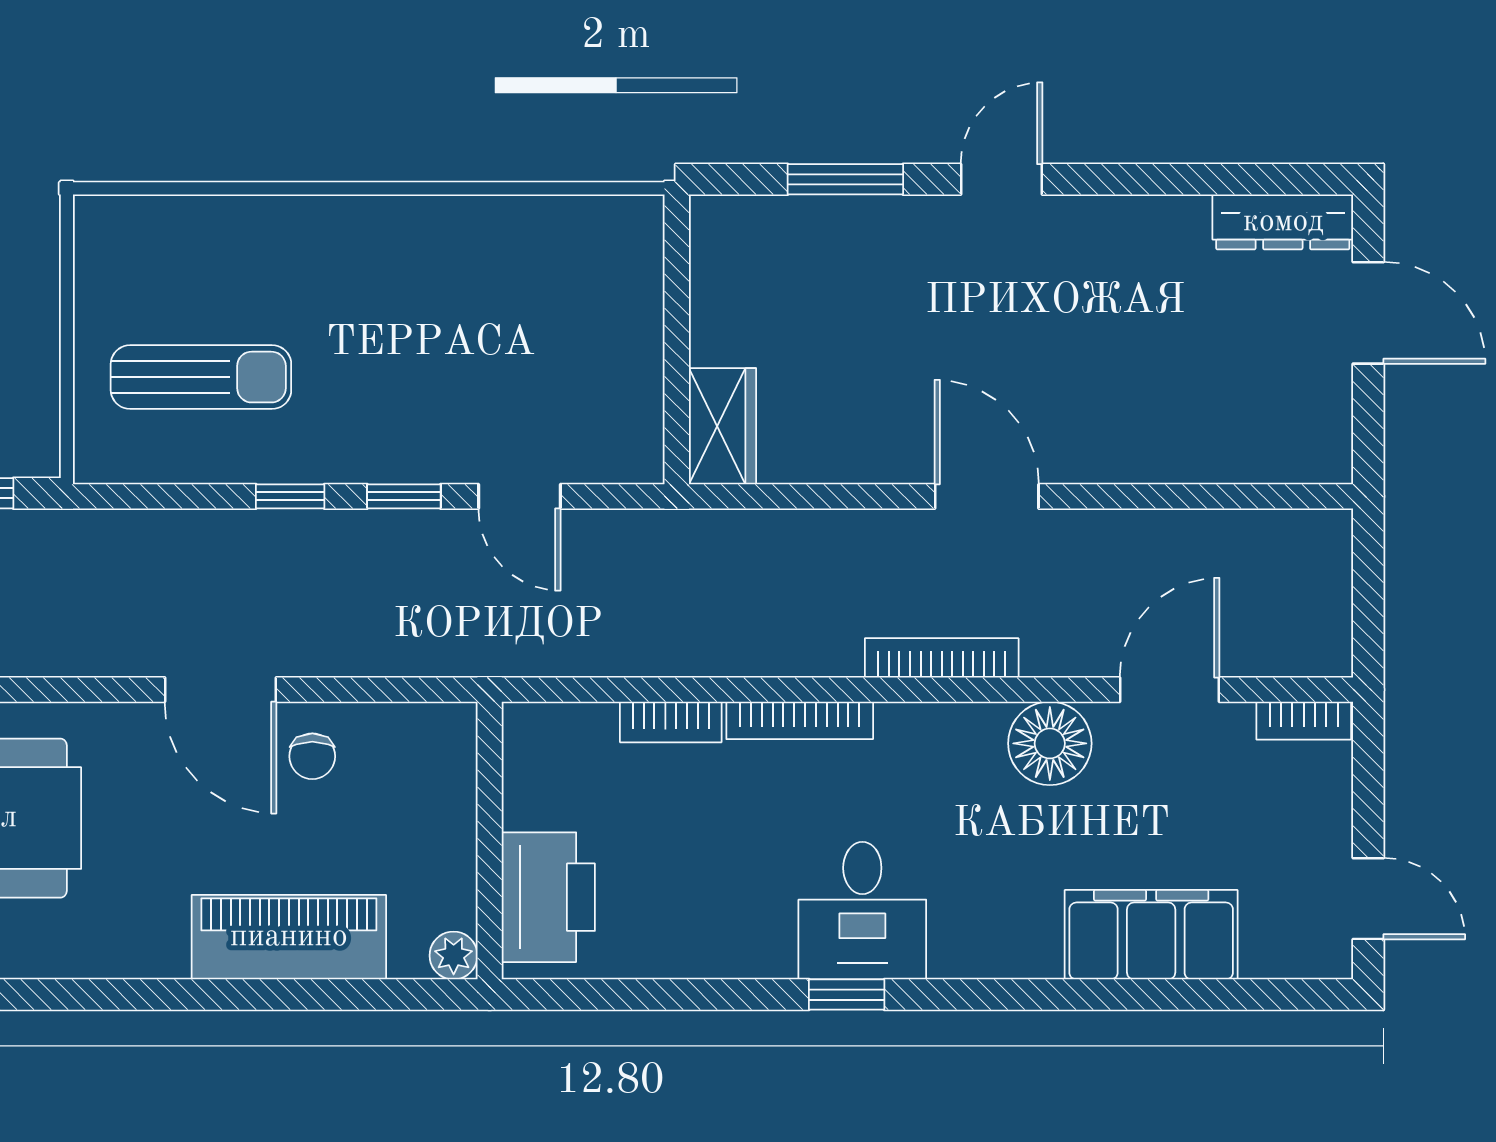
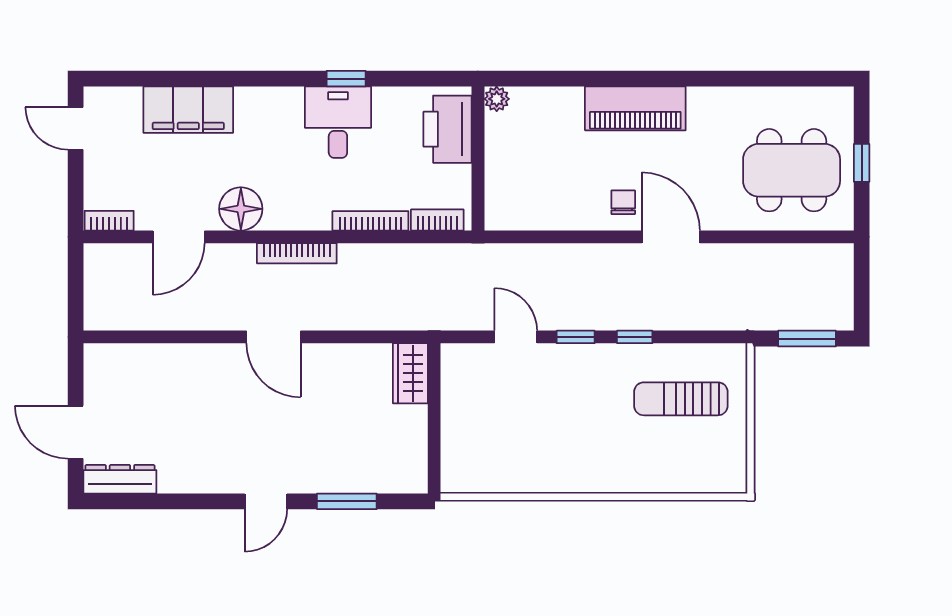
wall: (490, 841) -> (478, 159), moved
printer: (548, 897) -> (448, 129), moved
plant: (454, 956) -> (497, 99), moved

